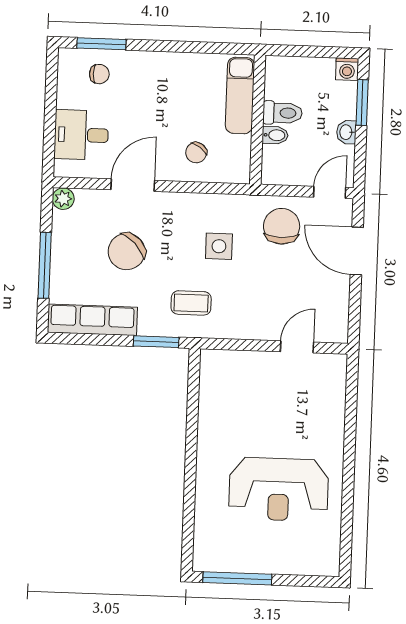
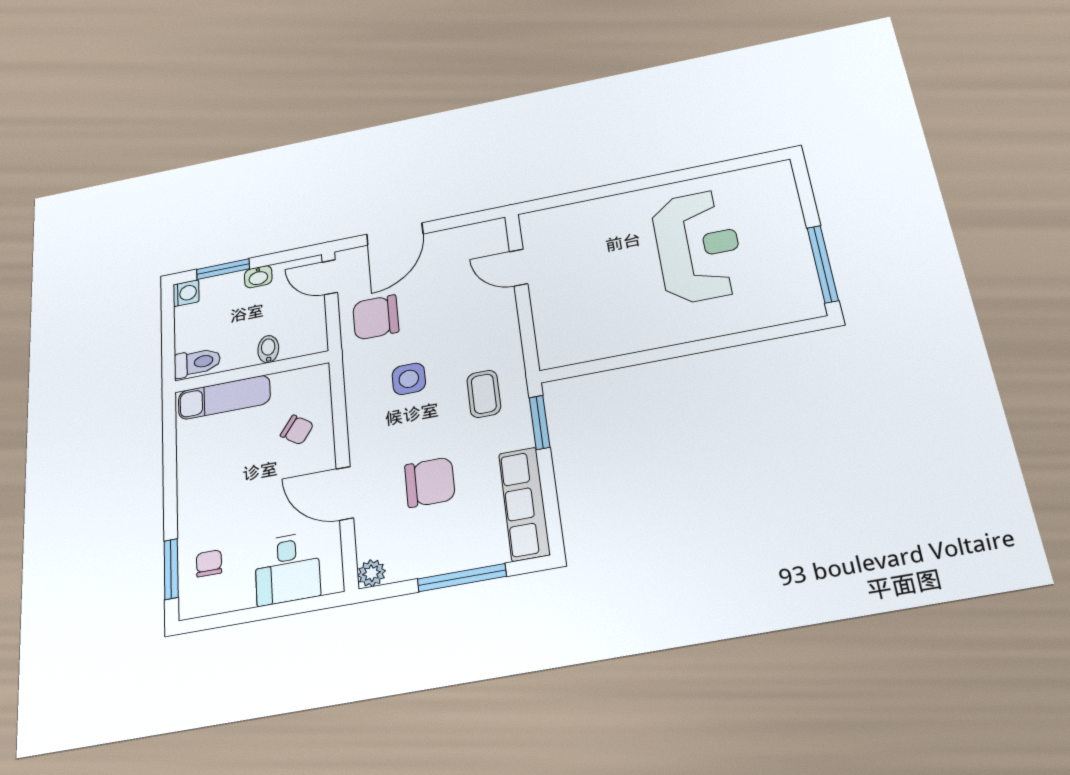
toilet: (283, 113) -> (197, 362), moved, turned 90
chair: (127, 252) -> (430, 482), turned -46

